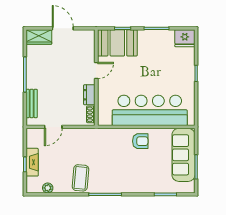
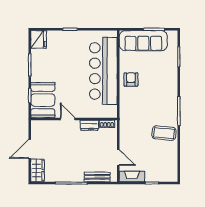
fireplace: (32, 162) -> (132, 176), moved
plant: (48, 188) -> (173, 163), removed

